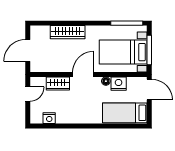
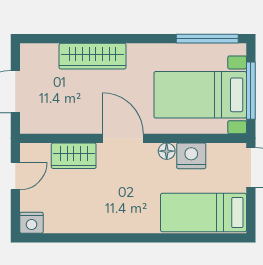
door: (83, 75) -> (123, 138), hinge flipped
nightstand: (49, 118) -> (31, 223), moved

